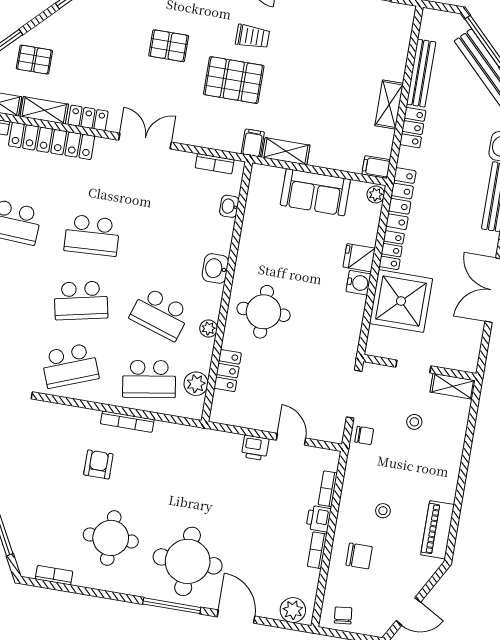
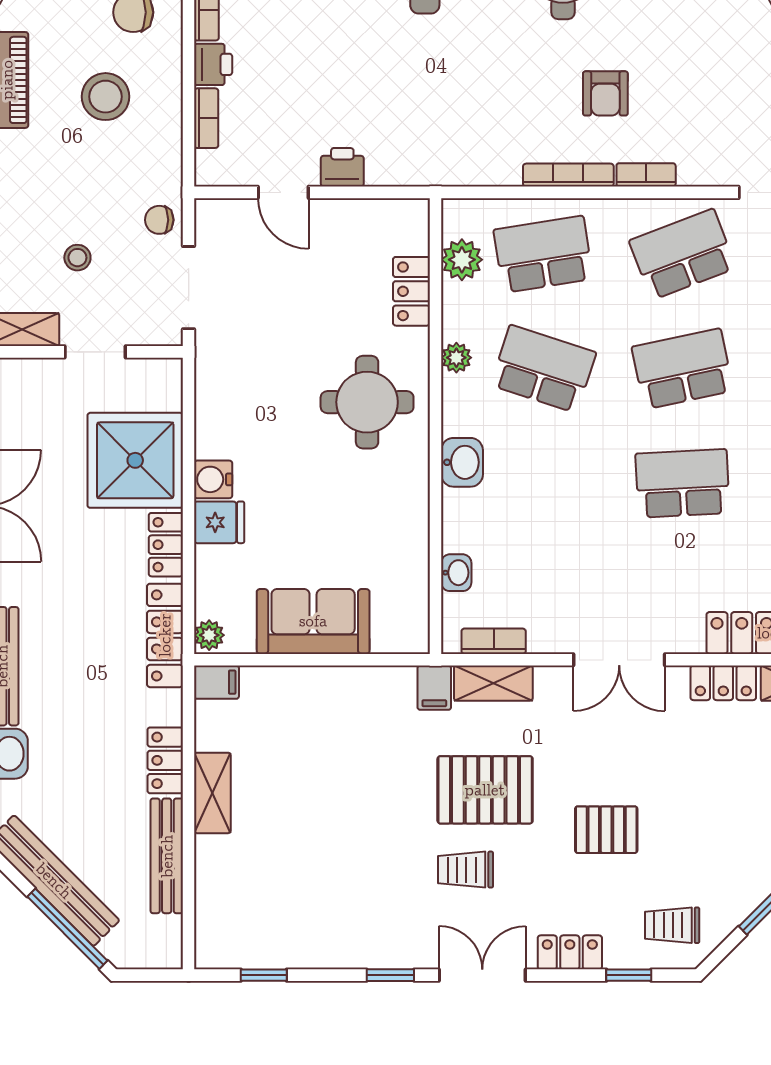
shelving: (286, 151) -> (493, 683), moved
bookcase: (83, 414) -> (646, 175), added
stool: (383, 511) -> (106, 97), width x1.89, depth x1.89

